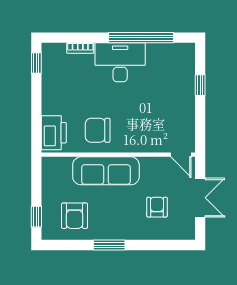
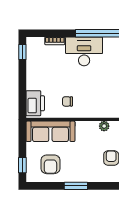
chair: (98, 130) -> (67, 101), width x0.54, depth x0.54
plant: (147, 164) -> (104, 126), added
sofa: (106, 171) -> (50, 131), moved

